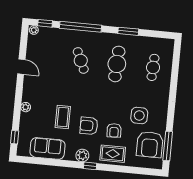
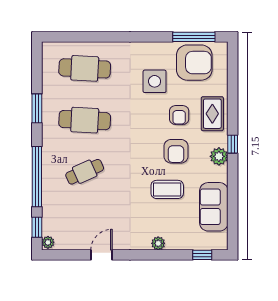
cafe table: (153, 67) -> (85, 68), width x1.37, depth x1.35
armchair: (114, 130) -> (179, 115), turned 93

